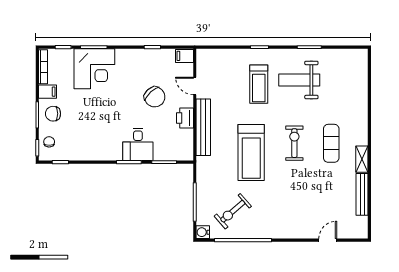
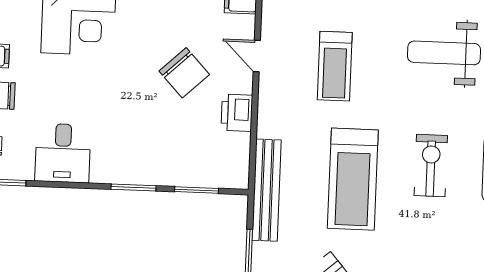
treadmill: (259, 84) -> (335, 66), moved
bench: (203, 127) -> (267, 190), moved
desk: (138, 144) -> (63, 153), moved

